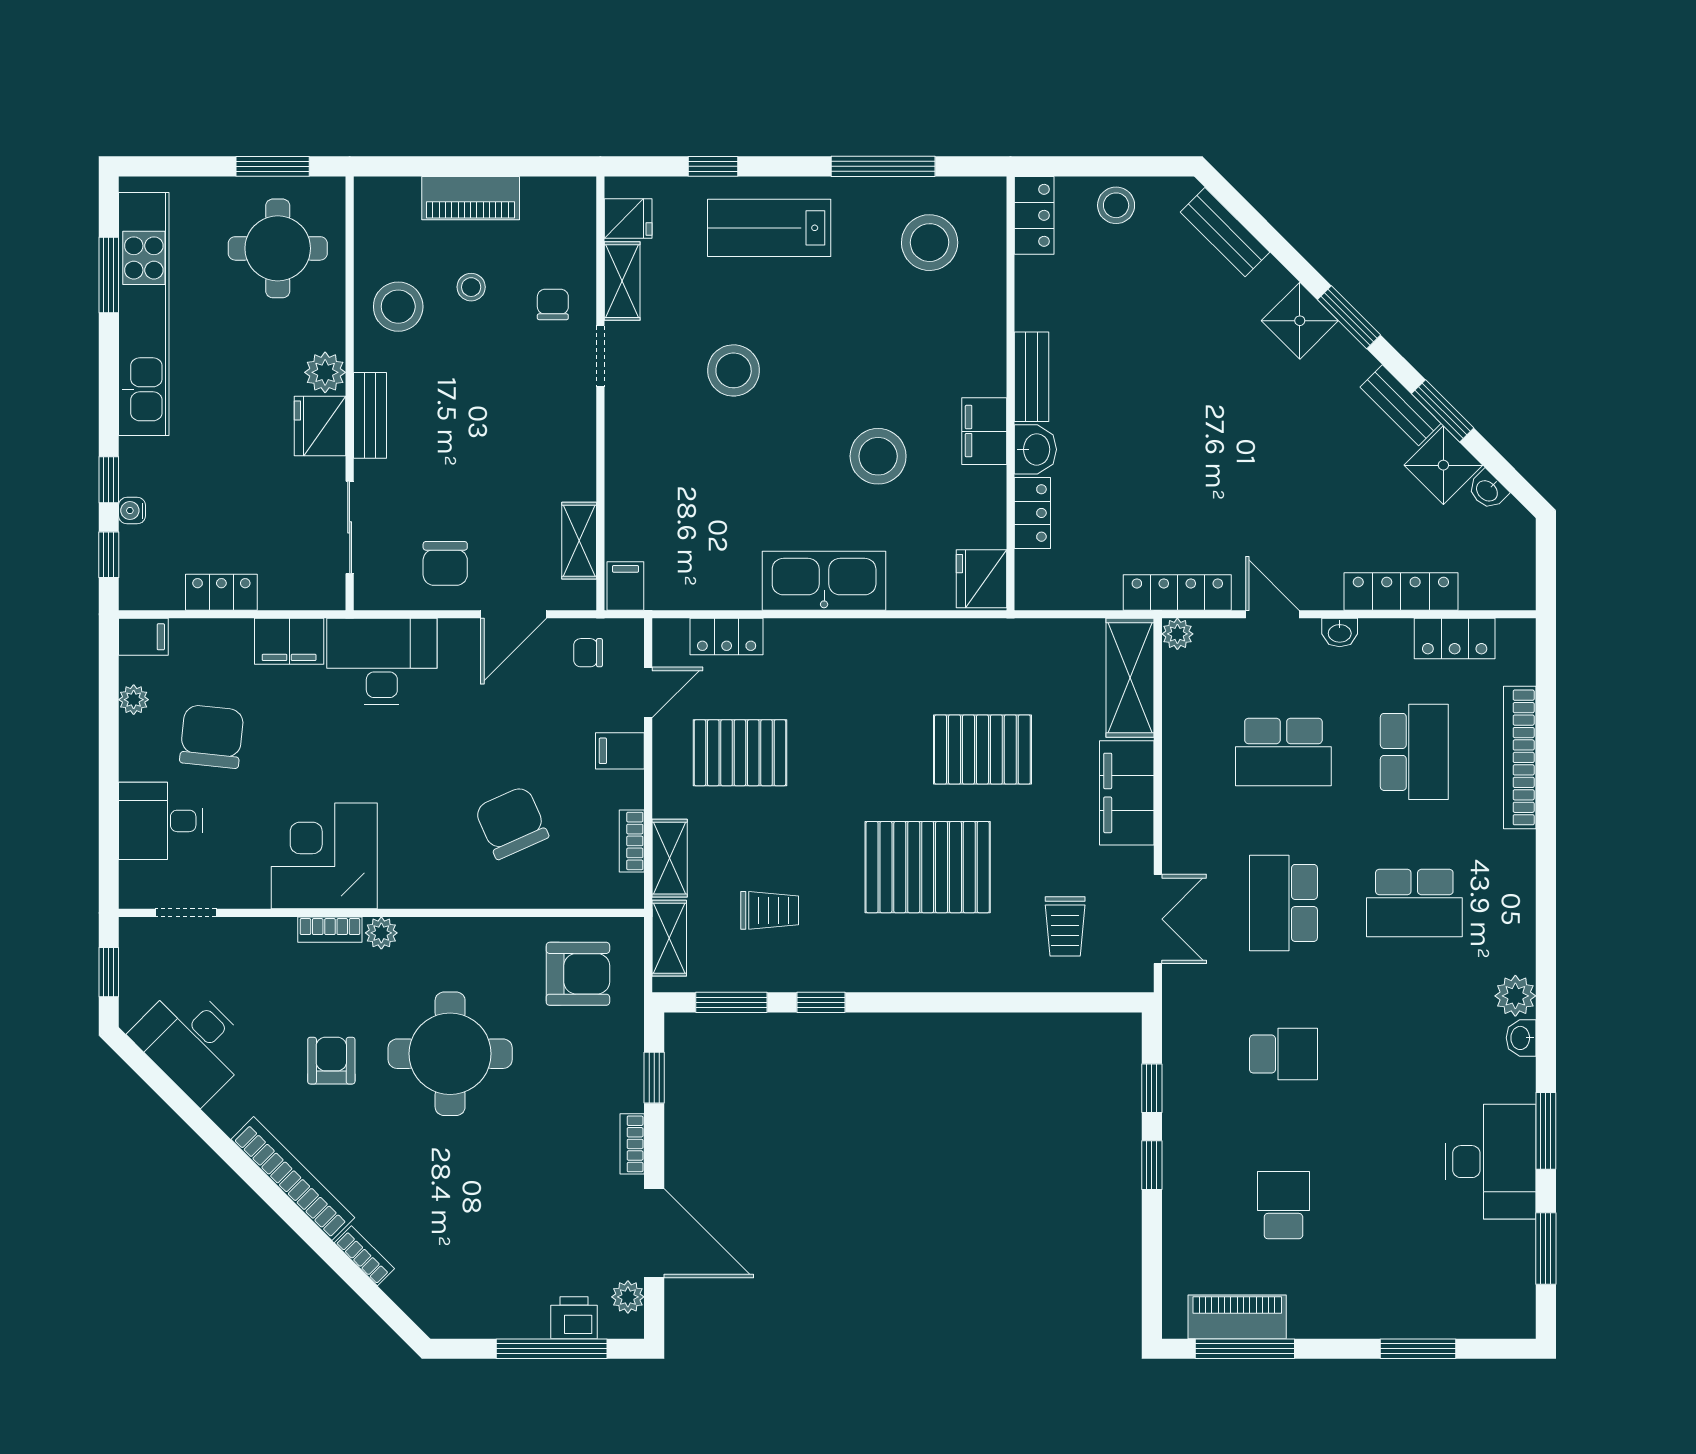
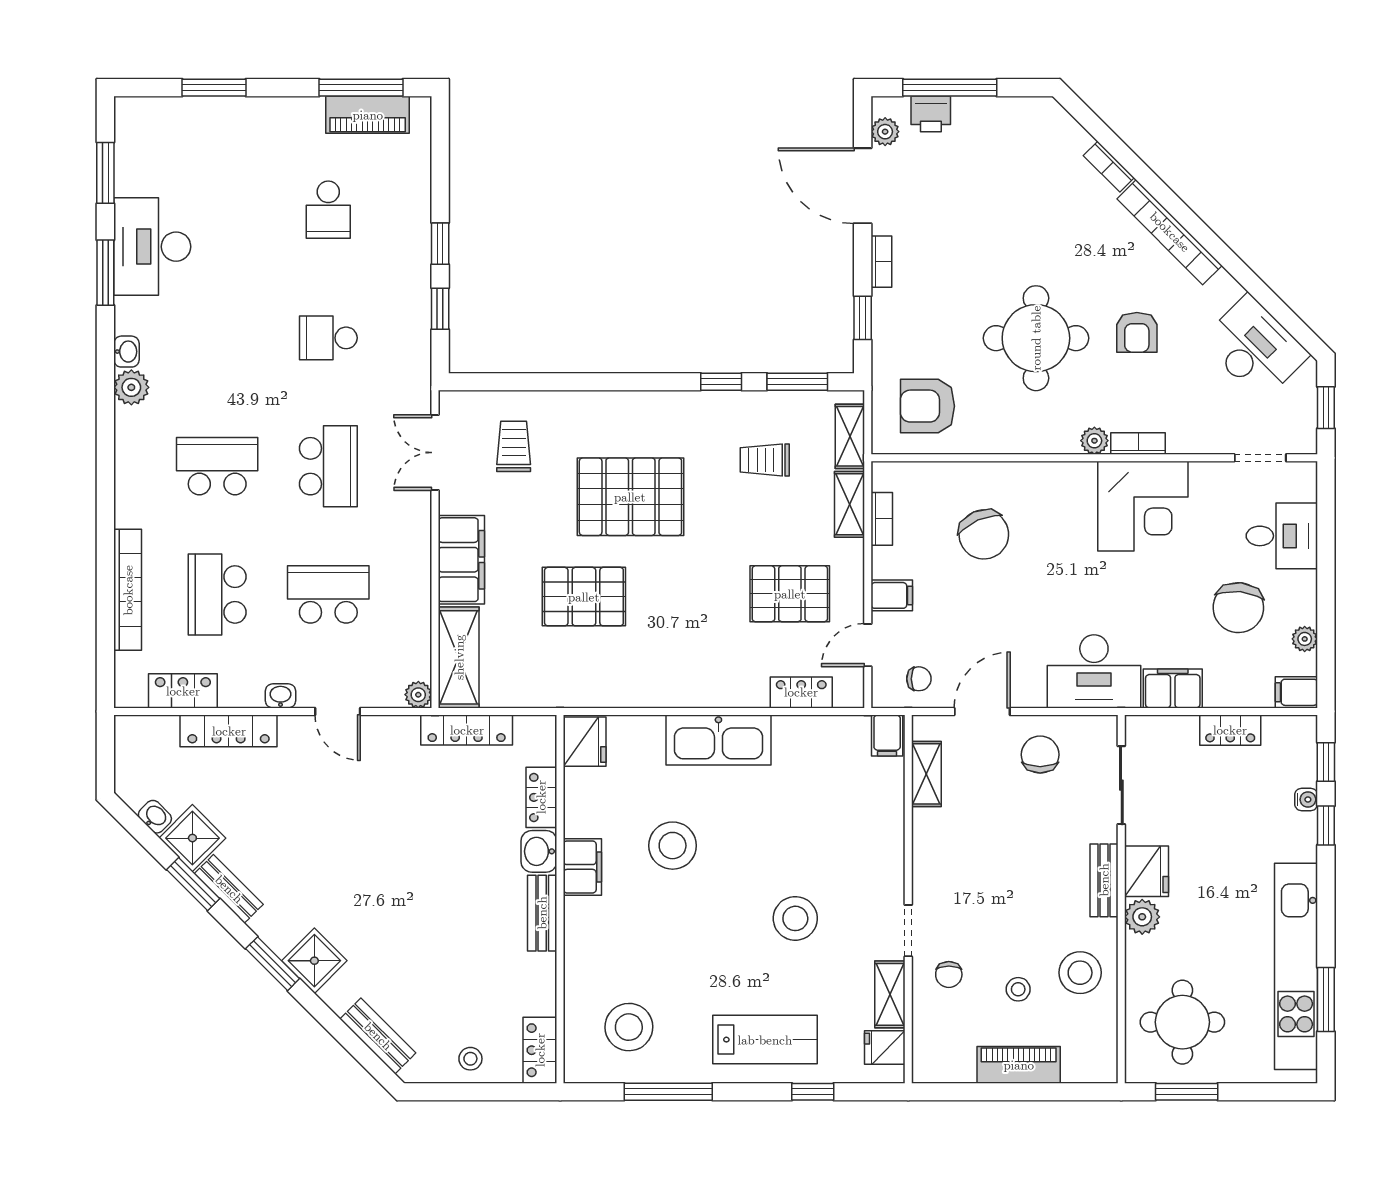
stool: (1116, 205) -> (470, 1059), width x0.73, depth x0.73
locker: (1177, 592) -> (467, 730), moved

